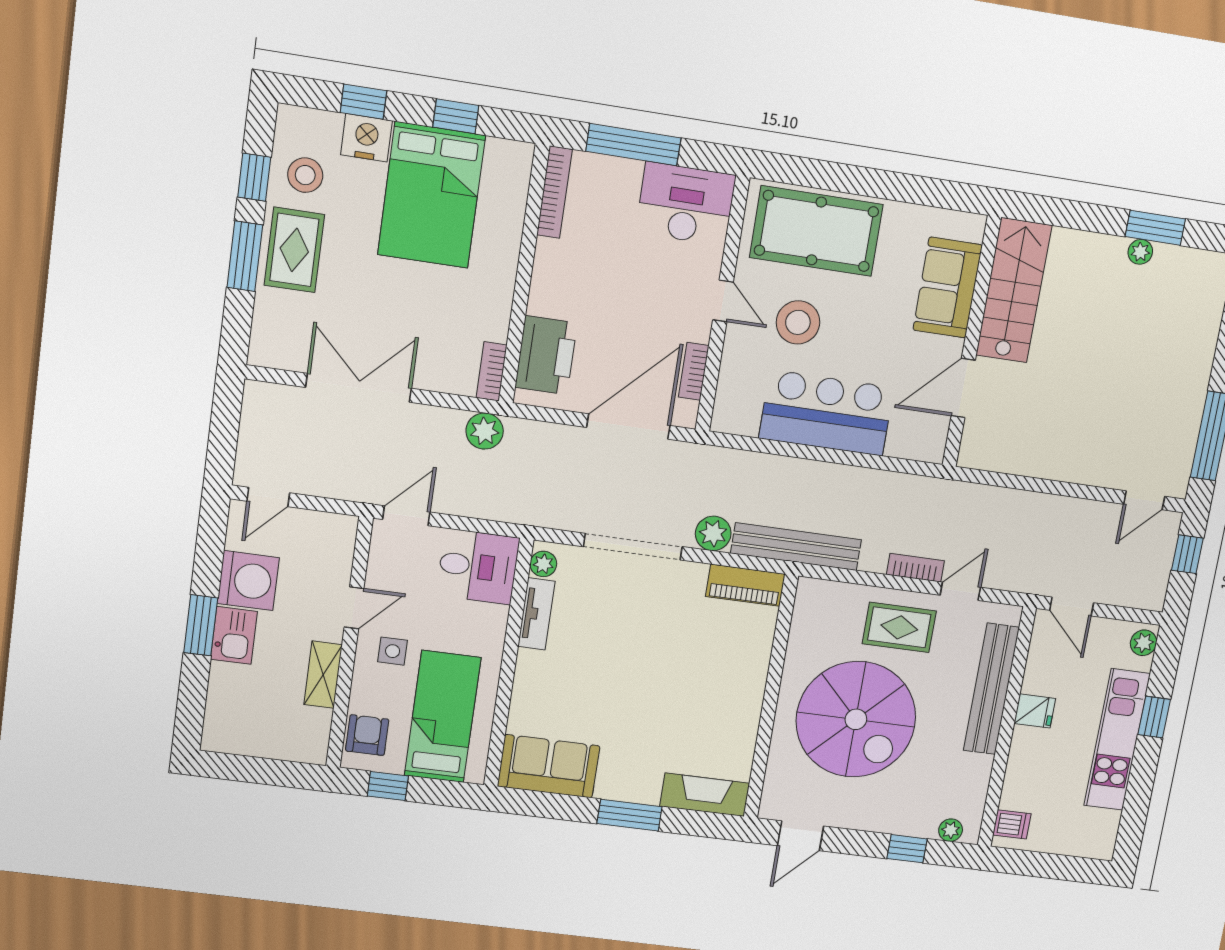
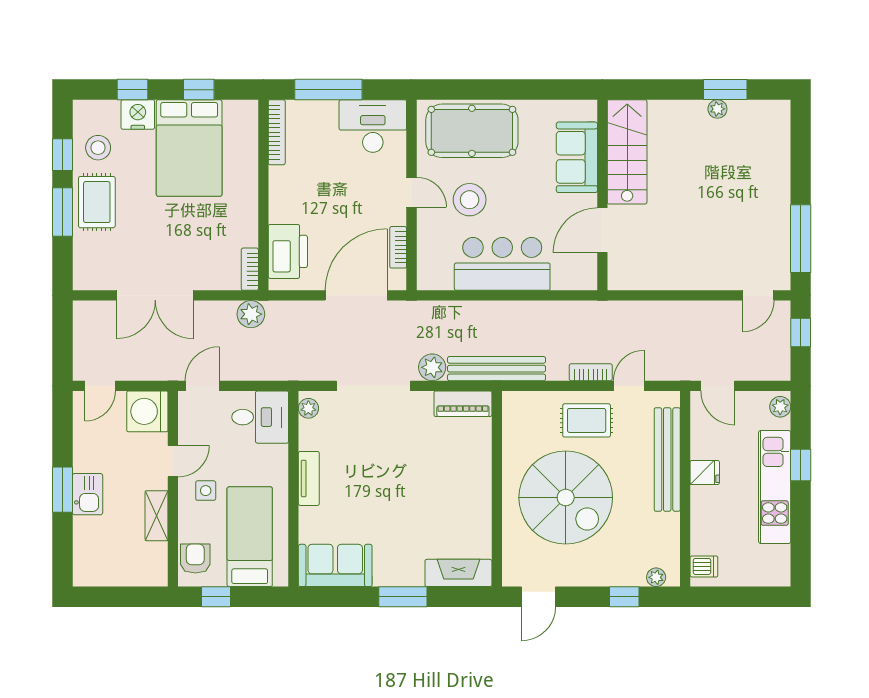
double door: (359, 388) -> (155, 295), swing flipped
washing machine: (248, 581) -> (147, 411), moved, turned 180
tv unit: (536, 614) -> (309, 478), moved

